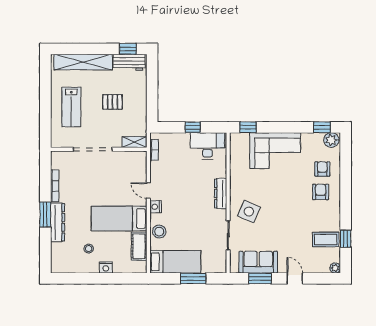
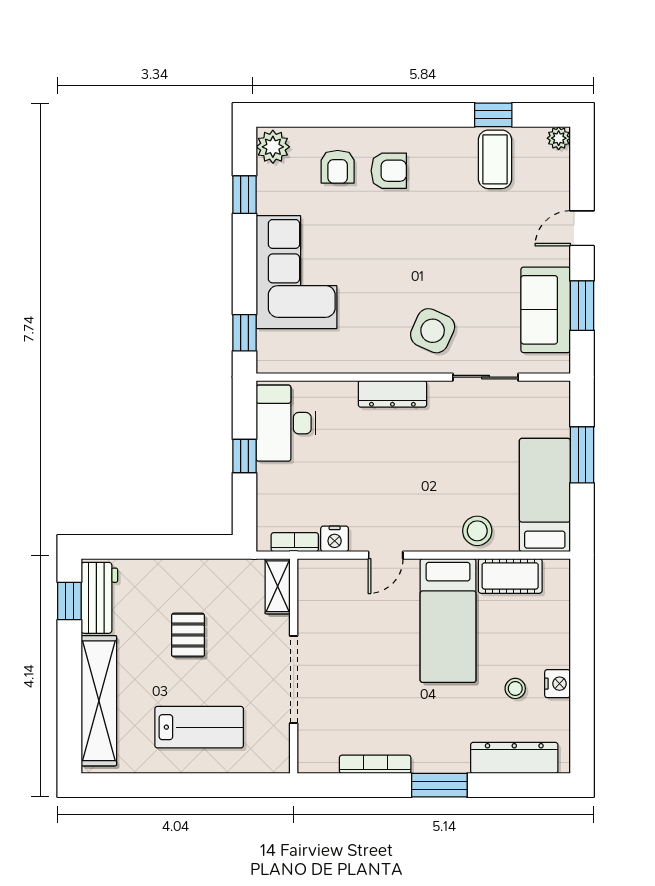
window: (322, 127) -> (245, 195), moved
armchair: (322, 169) -> (338, 167), turned -90
armchair: (321, 192) -> (389, 171), turned 180
nightstand: (156, 207) -> (335, 539), moved
dresser: (58, 222) -> (514, 758), moved
nightstand: (106, 267) -> (557, 684), moved

